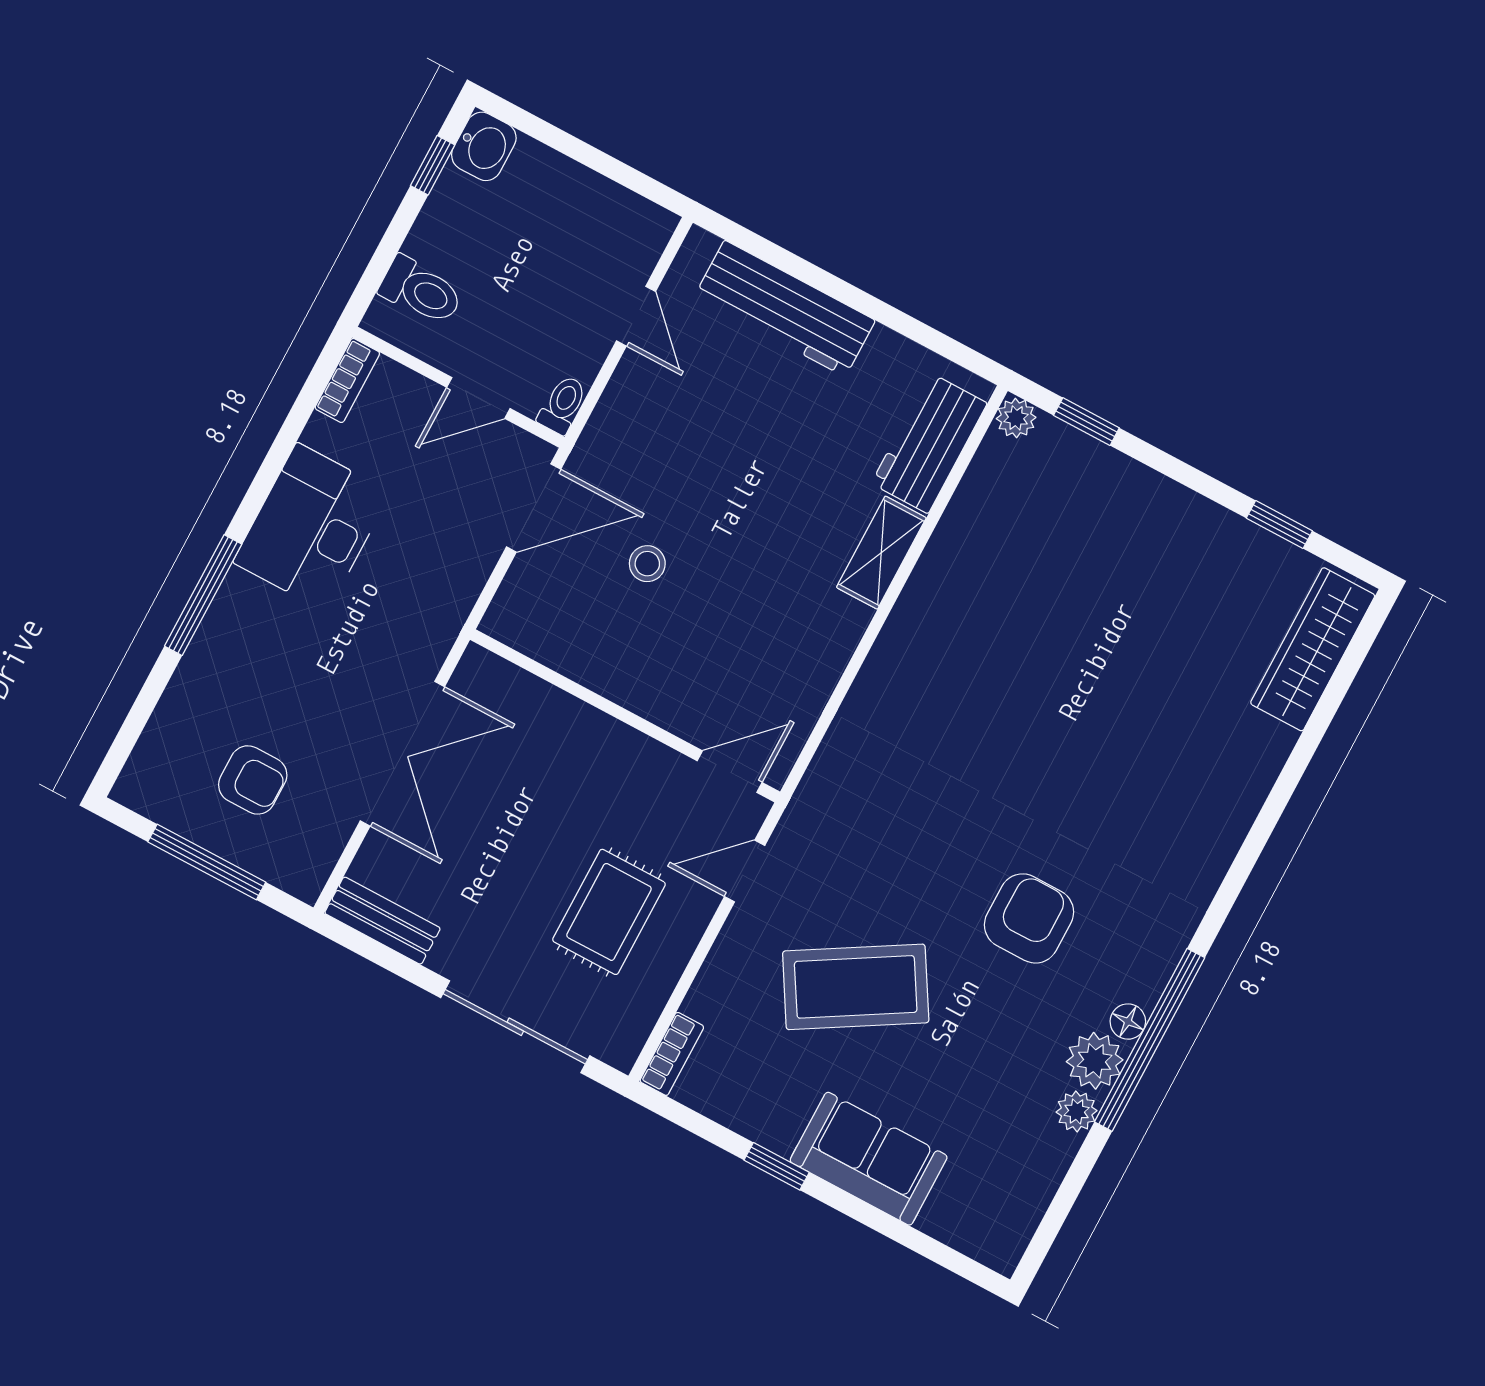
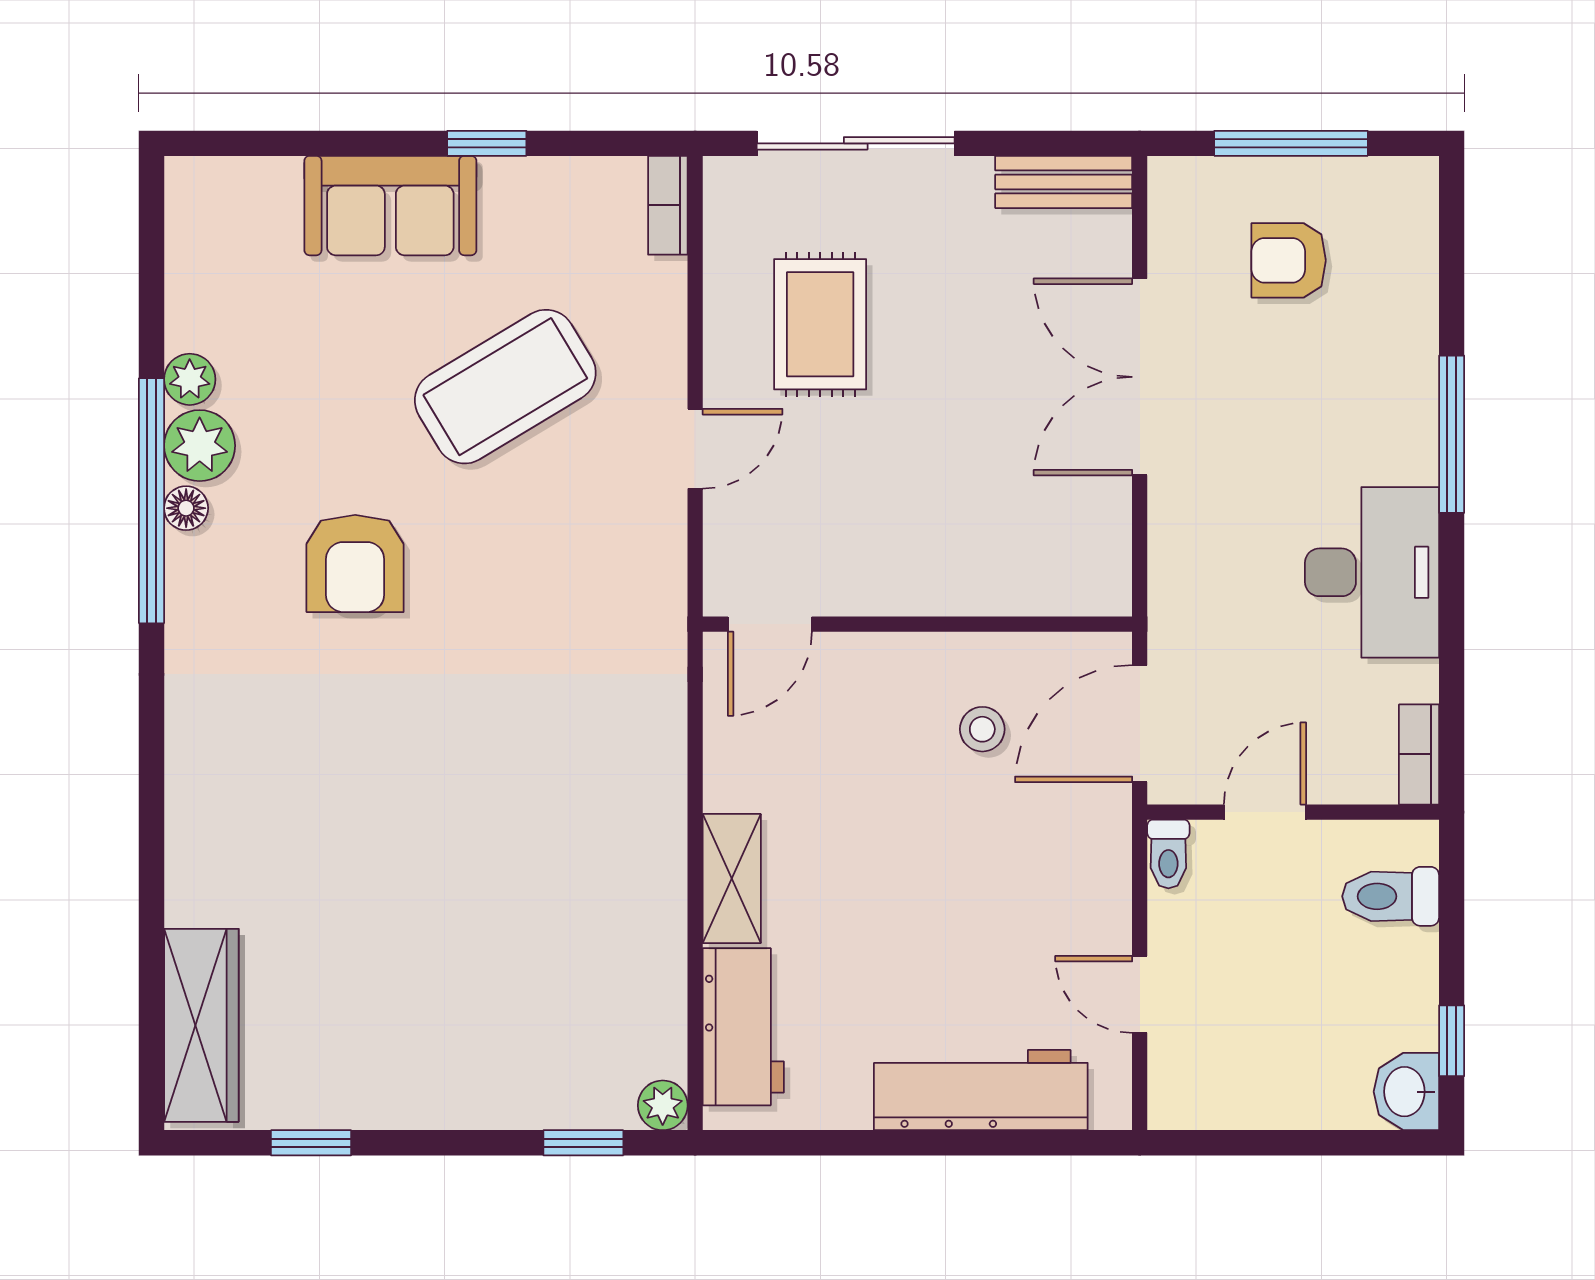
wall: (625, 716) -> (917, 624), moved
door: (730, 772) -> (770, 624), moved

